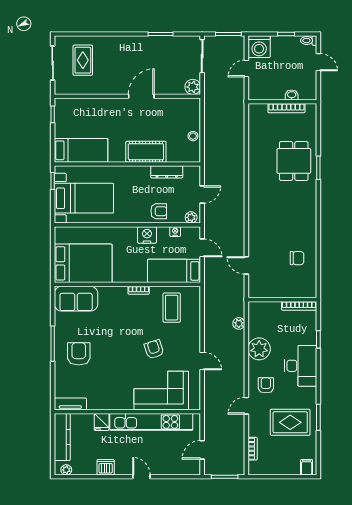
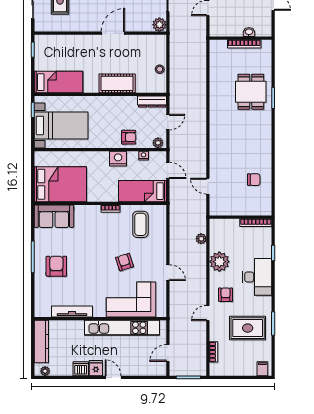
dresser: (167, 172) -> (152, 102), moved
tv unit: (70, 404) -> (72, 311), moved, width x1.41
fridge: (102, 422) -> (96, 368), moved, turned 180

